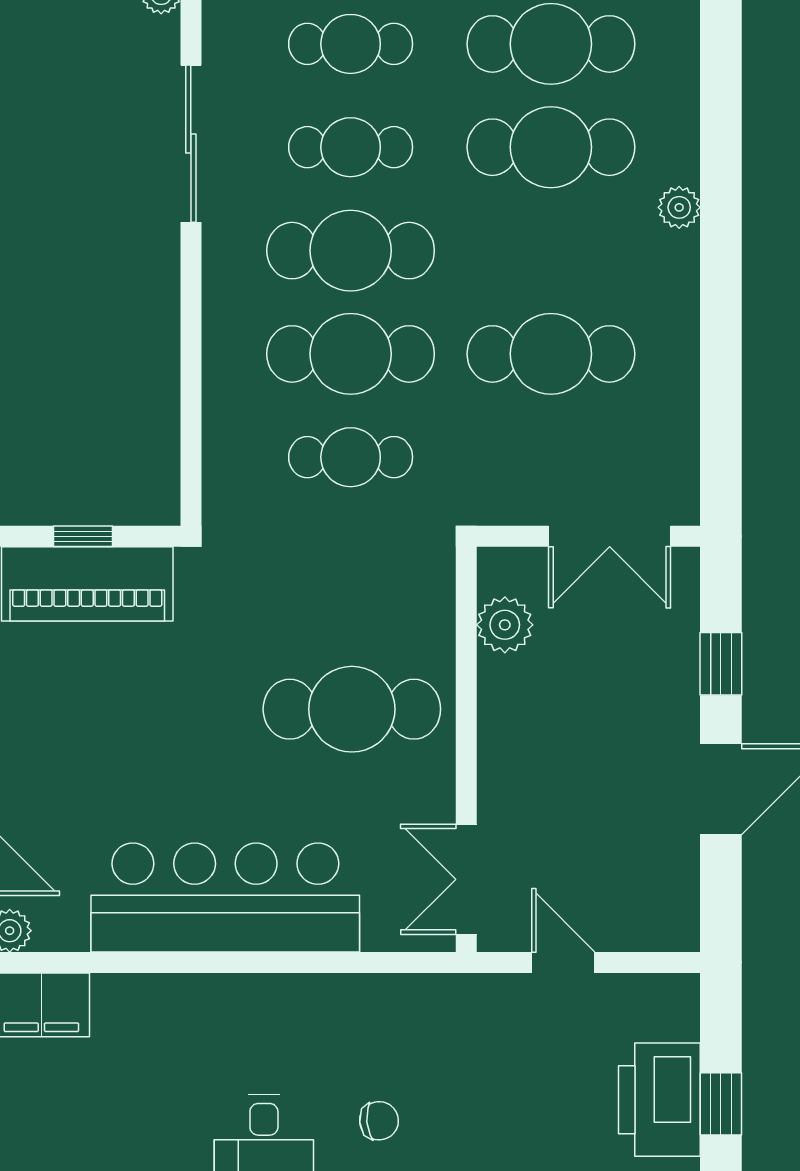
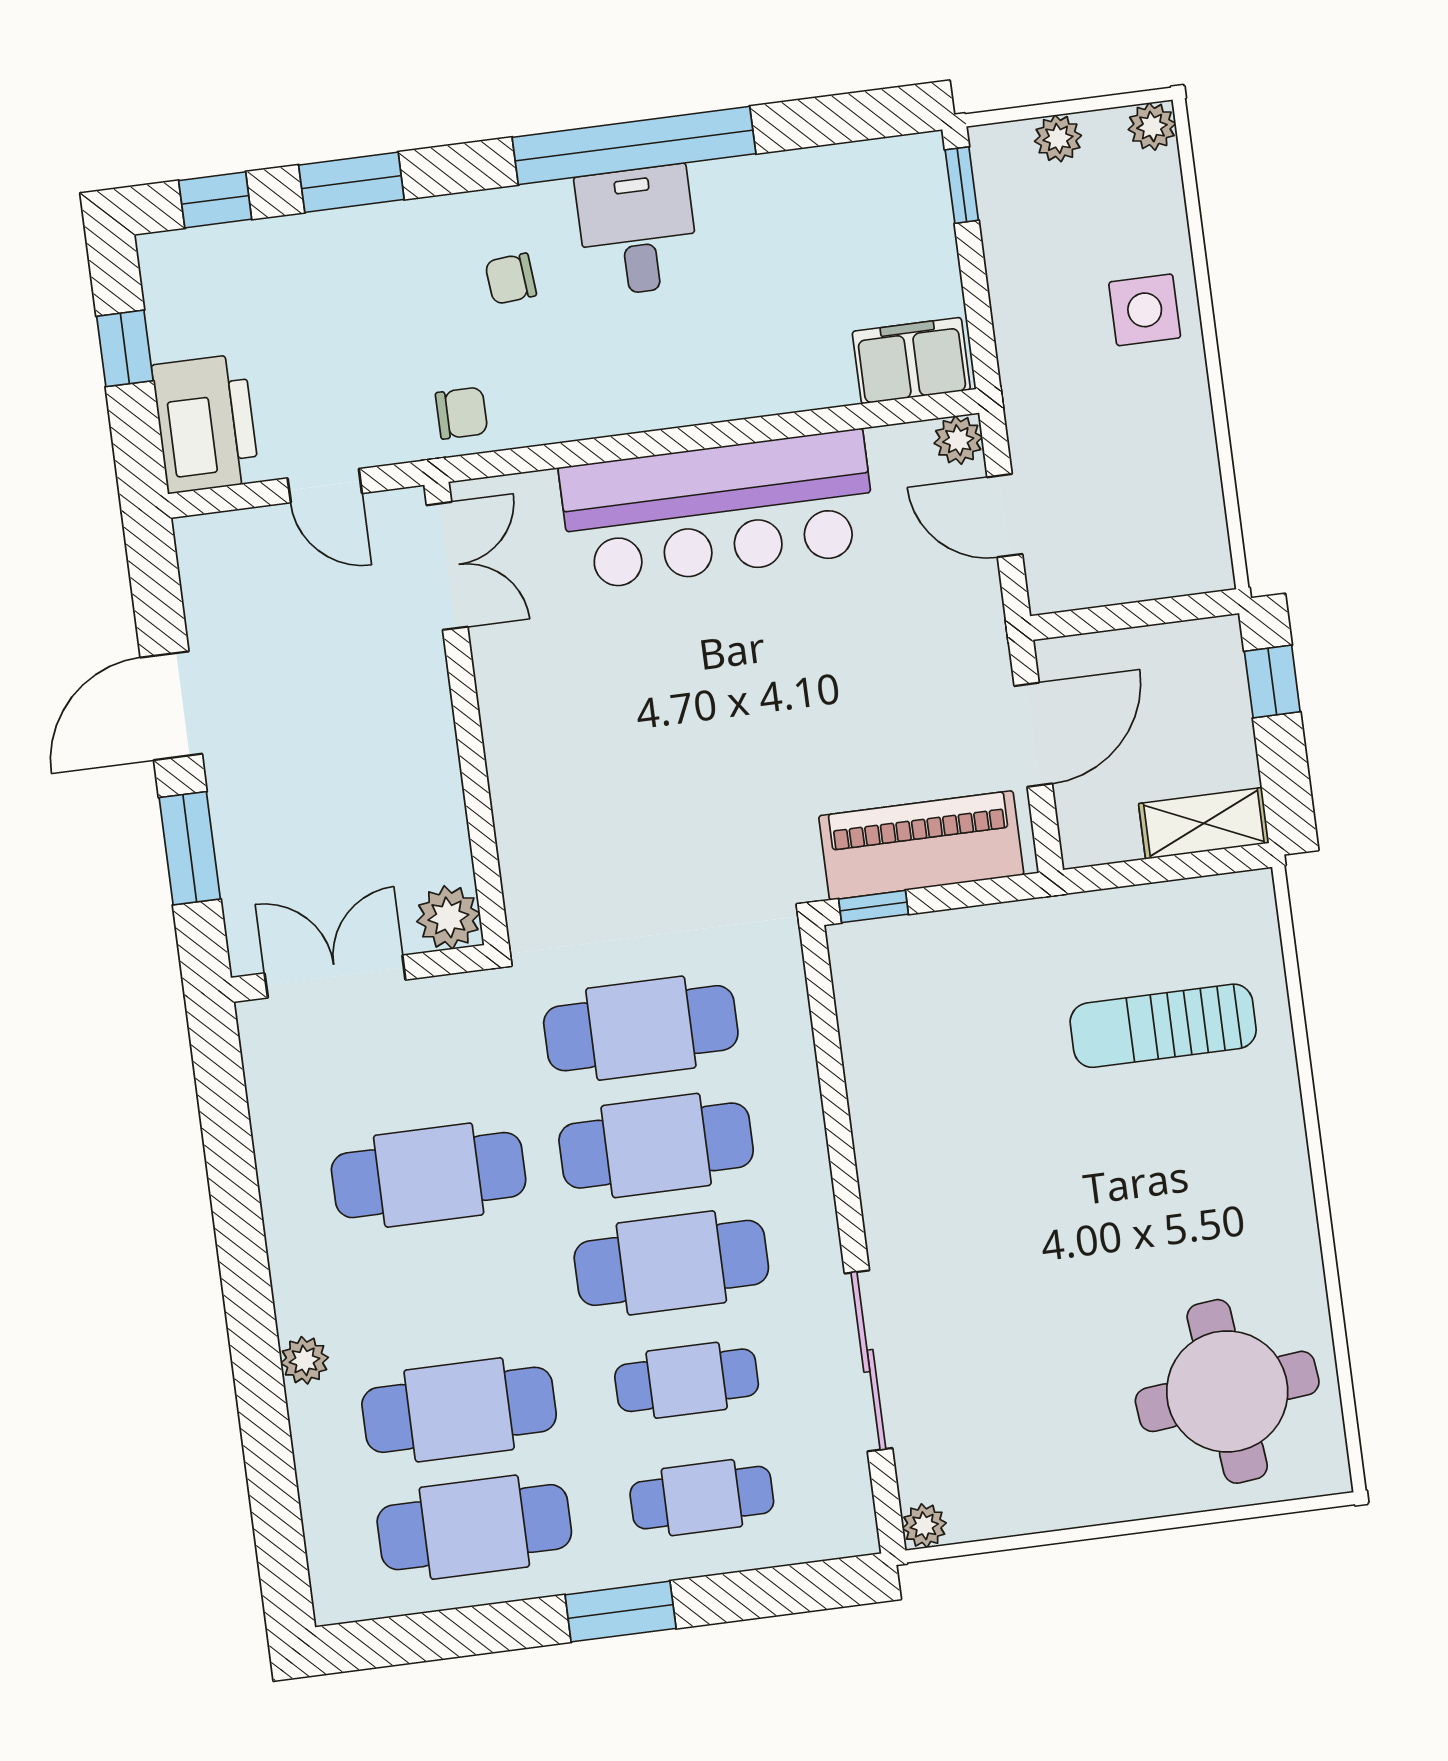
cafe table: (351, 457) -> (641, 1028), width x1.37, depth x1.35
window: (83, 536) -> (874, 907), moved
plant: (505, 625) -> (448, 917), moved
window: (721, 664) -> (190, 848), width x1.50
cafe table: (352, 709) -> (602, 742), removed
chair: (437, 1010) -> (462, 413), added
printer: (659, 1100) -> (206, 424), moved

